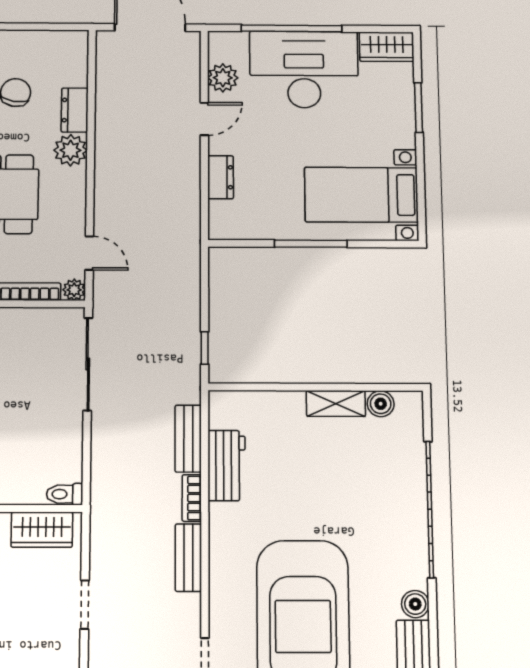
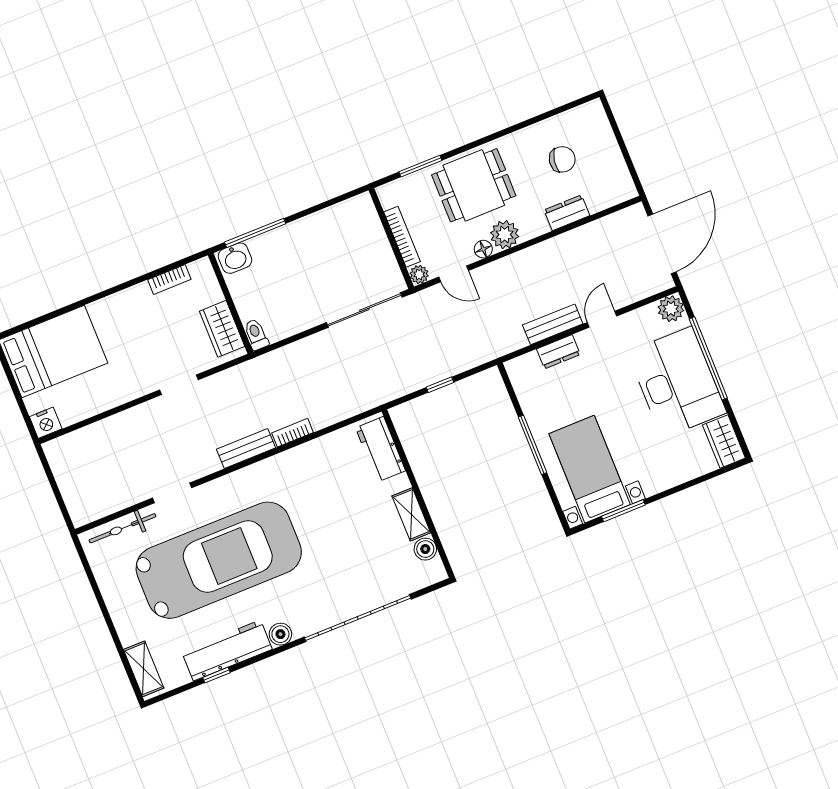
plant: (223, 78) -> (671, 309), moved
window: (419, 108) -> (623, 511), moved
door: (204, 119) -> (602, 319), swing flipped
plant: (71, 150) -> (505, 235), moved
floor lamp: (76, 211) -> (483, 249), added
door: (89, 253) -> (454, 274), hinge flipped
window: (205, 348) -> (440, 385), moved
bench: (188, 439) -> (553, 324), moved
workbench: (227, 466) -> (380, 449), moved, turned 90

